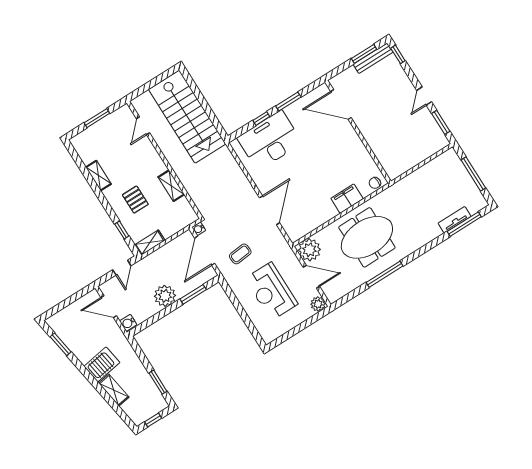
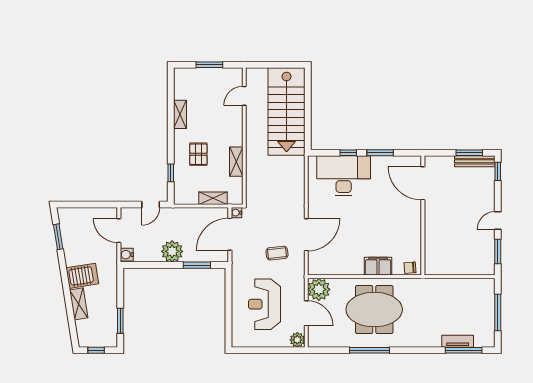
shelving: (150, 243) -> (213, 198), moved
coffee table: (240, 254) -> (277, 253), moved

